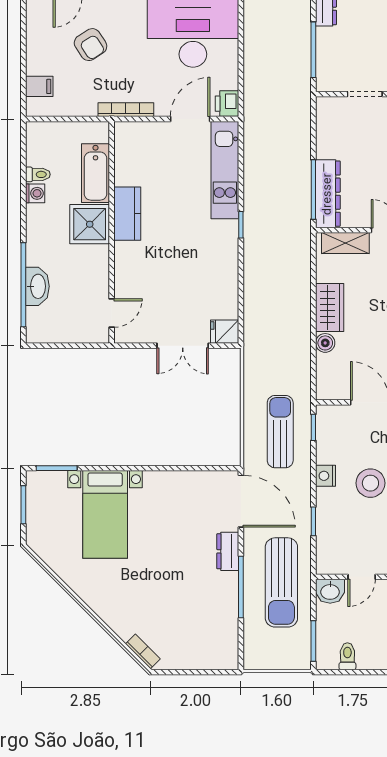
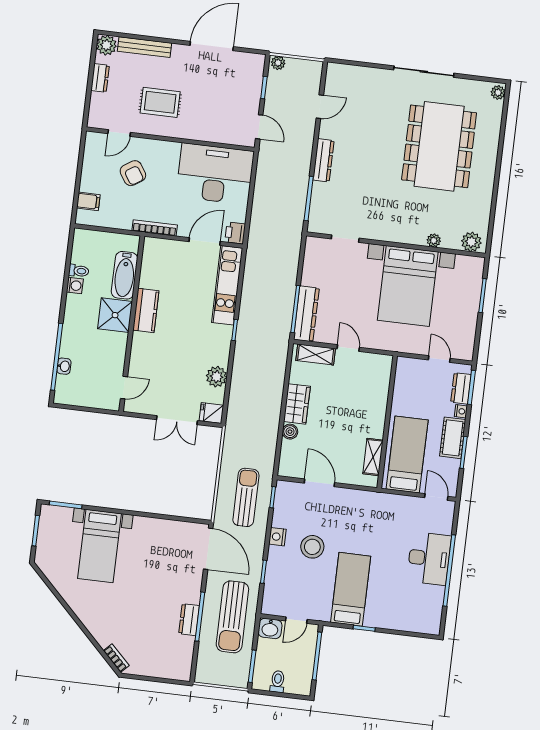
washbasin: (37, 286) -> (64, 366), width x0.52, depth x0.69
plant: (225, 286) -> (217, 377), added
dresser: (228, 551) -> (189, 620), moved

